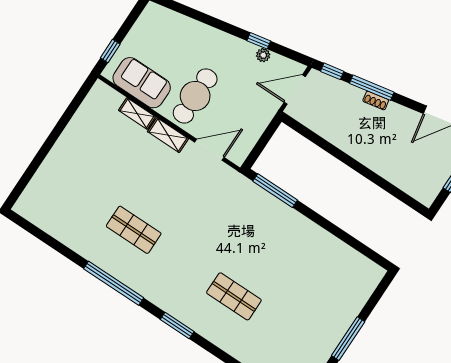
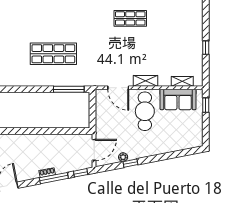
shelving: (137, 114) -> (182, 81), moved
window: (60, 126) -> (206, 48), added
door: (209, 150) -> (118, 88), hinge flipped
shop shelf: (234, 296) -> (53, 54), moved, width x1.43, depth x1.36

